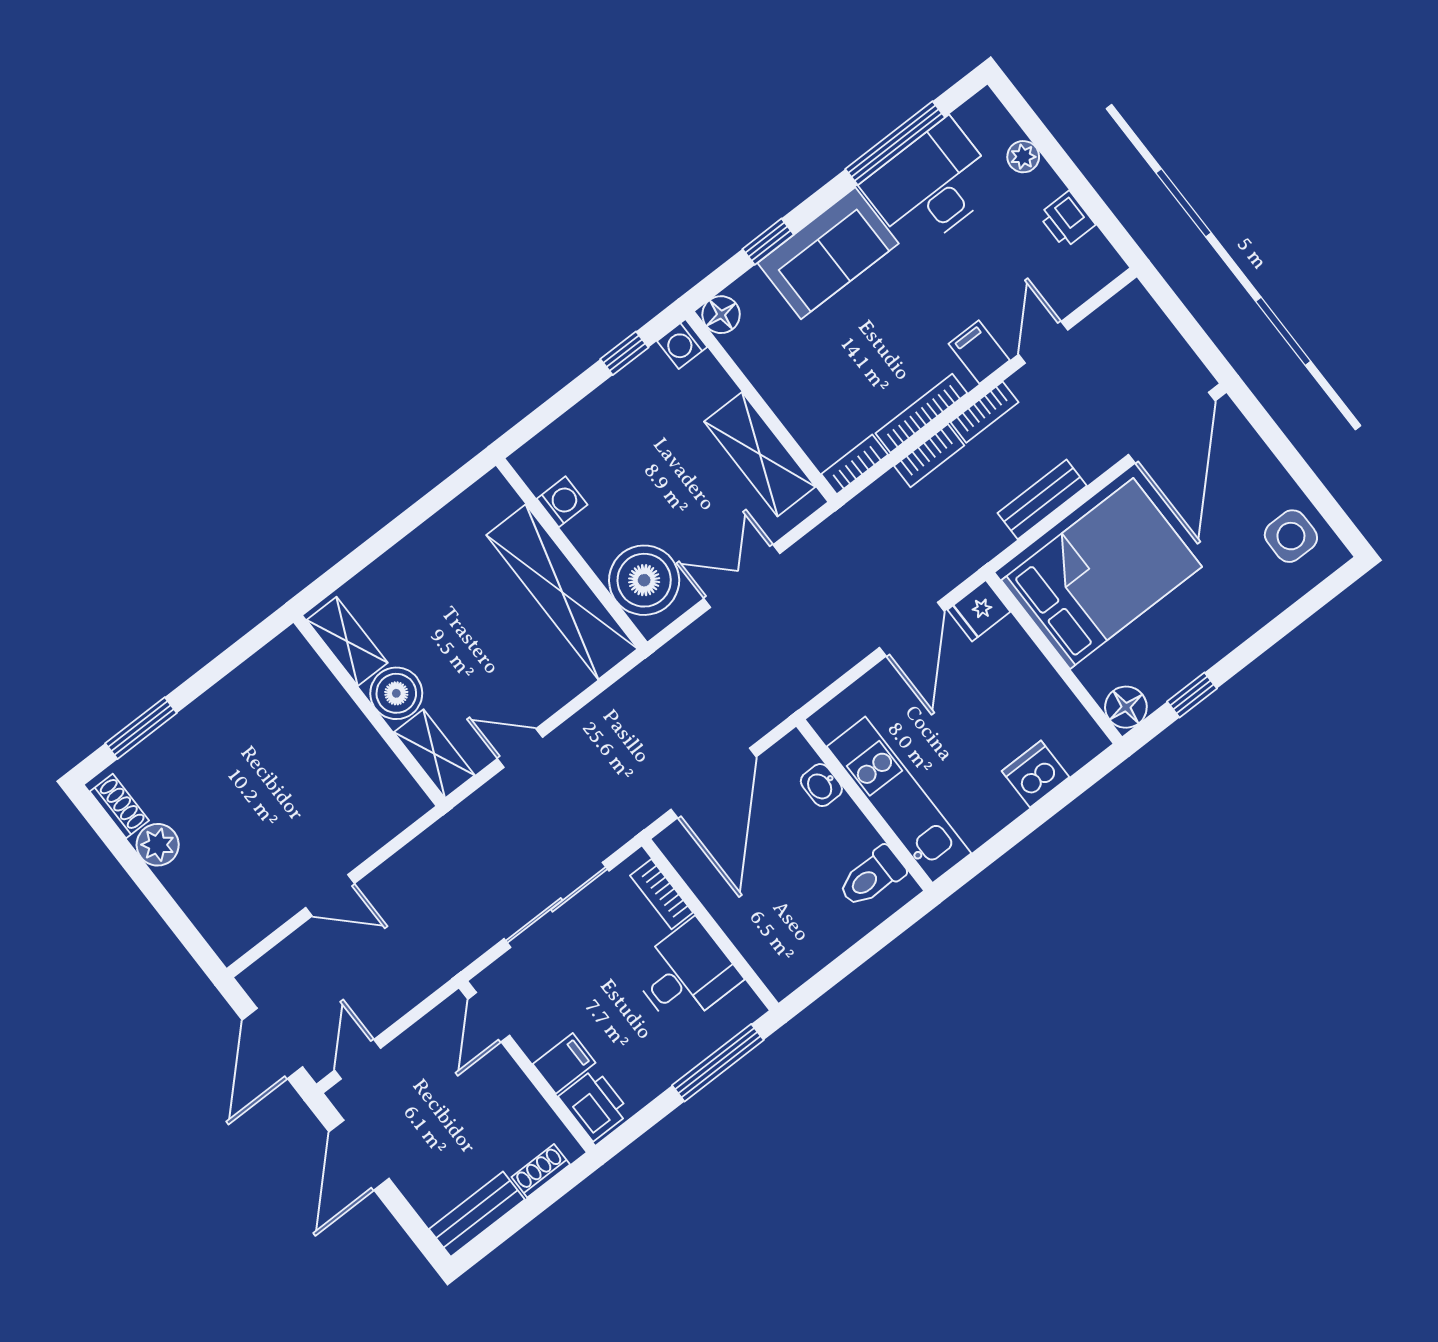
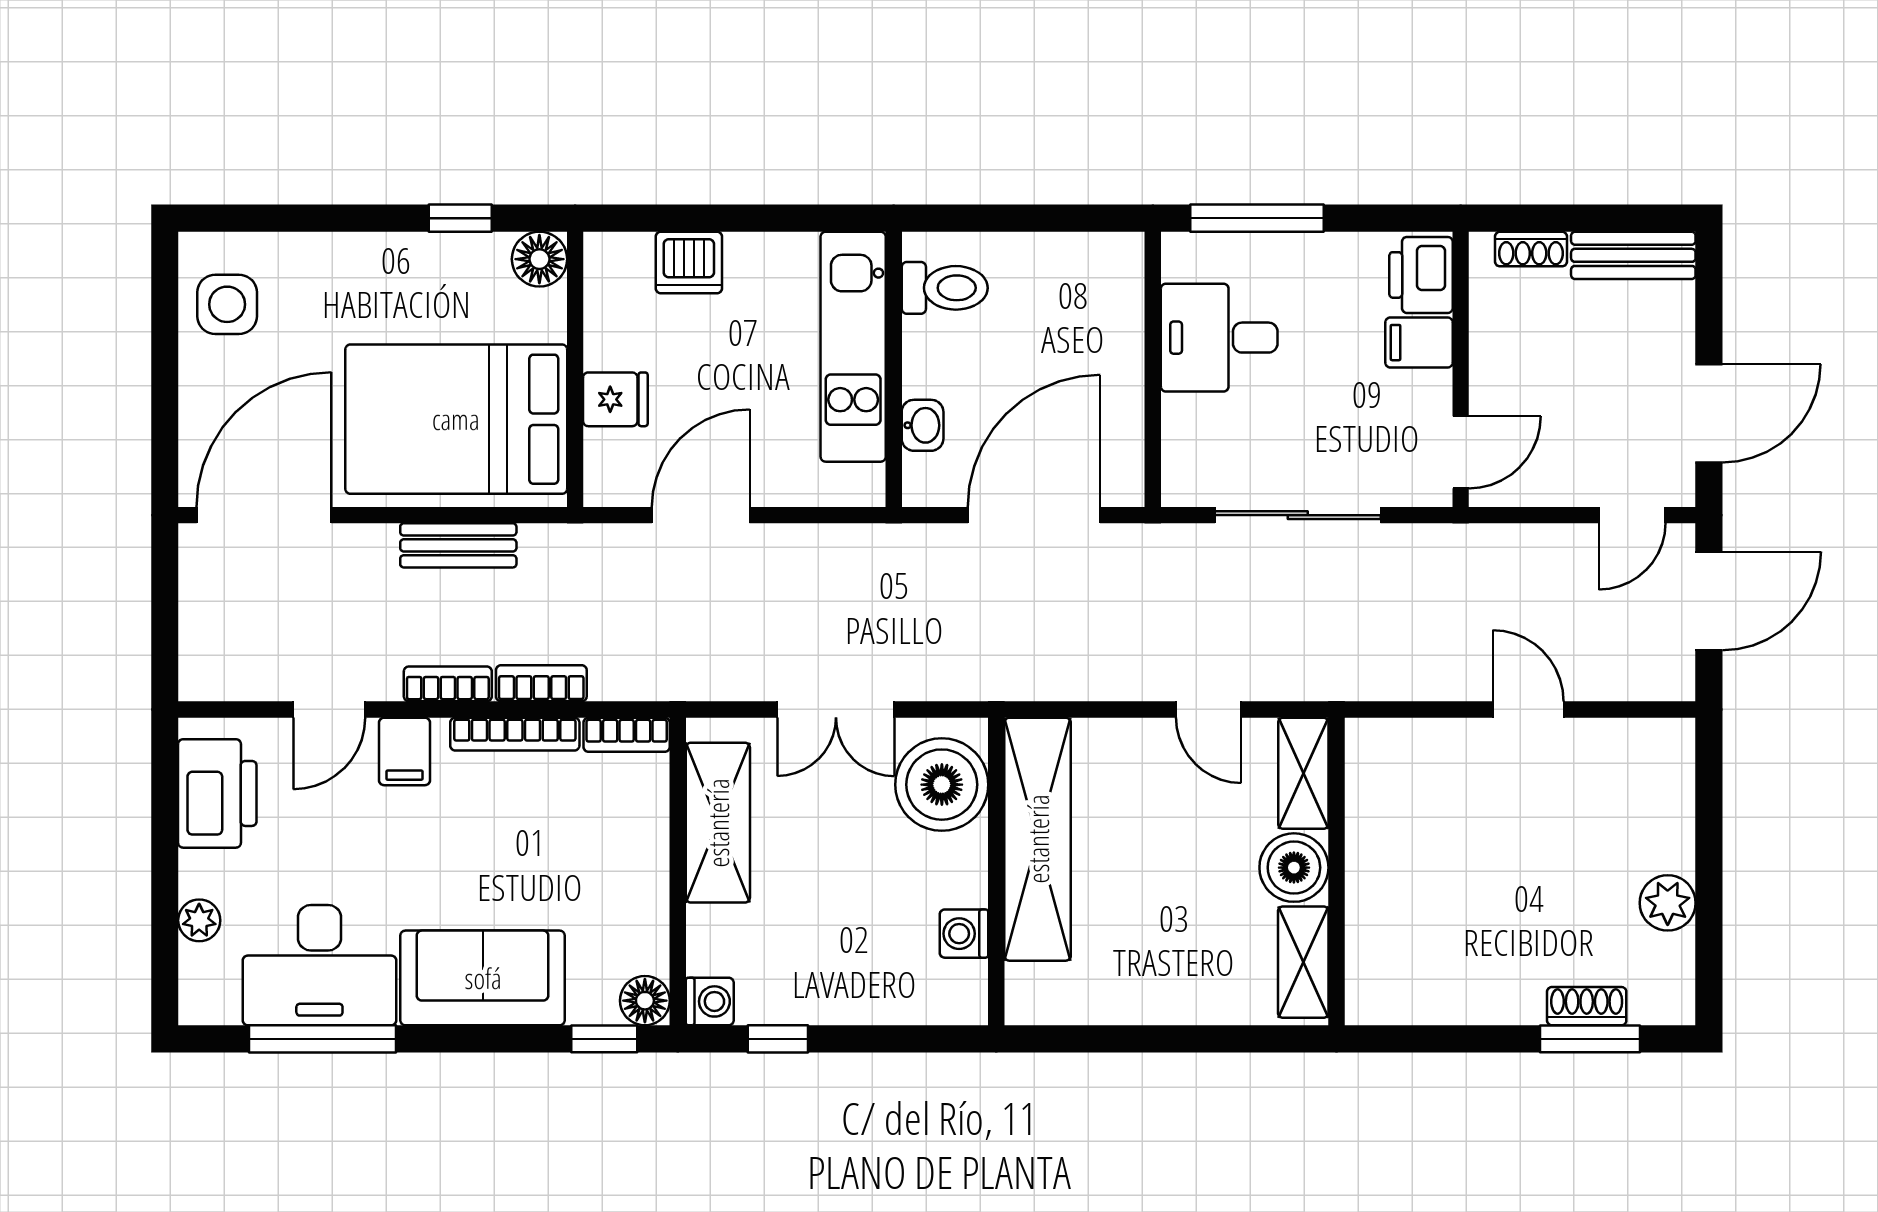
printer: (1067, 220) -> (217, 793), width x1.87, depth x1.48
window: (768, 242) -> (604, 1039), moved
fridge: (979, 611) -> (615, 399), moved
shoe rack: (119, 806) -> (1587, 1006), moved, turned 90
bookcase: (661, 894) -> (1179, 441), removed

